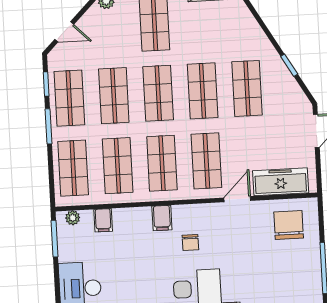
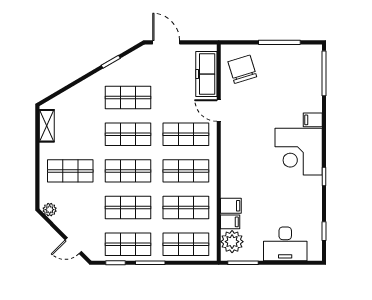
door: (64, 32) -> (73, 246), swing flipped
plant: (73, 218) -> (232, 242), width x1.88, depth x1.88
filing cabinet: (162, 218) -> (231, 206), moved
chair: (289, 225) -> (242, 69), turned 73
chair: (190, 243) -> (252, 151), removed

